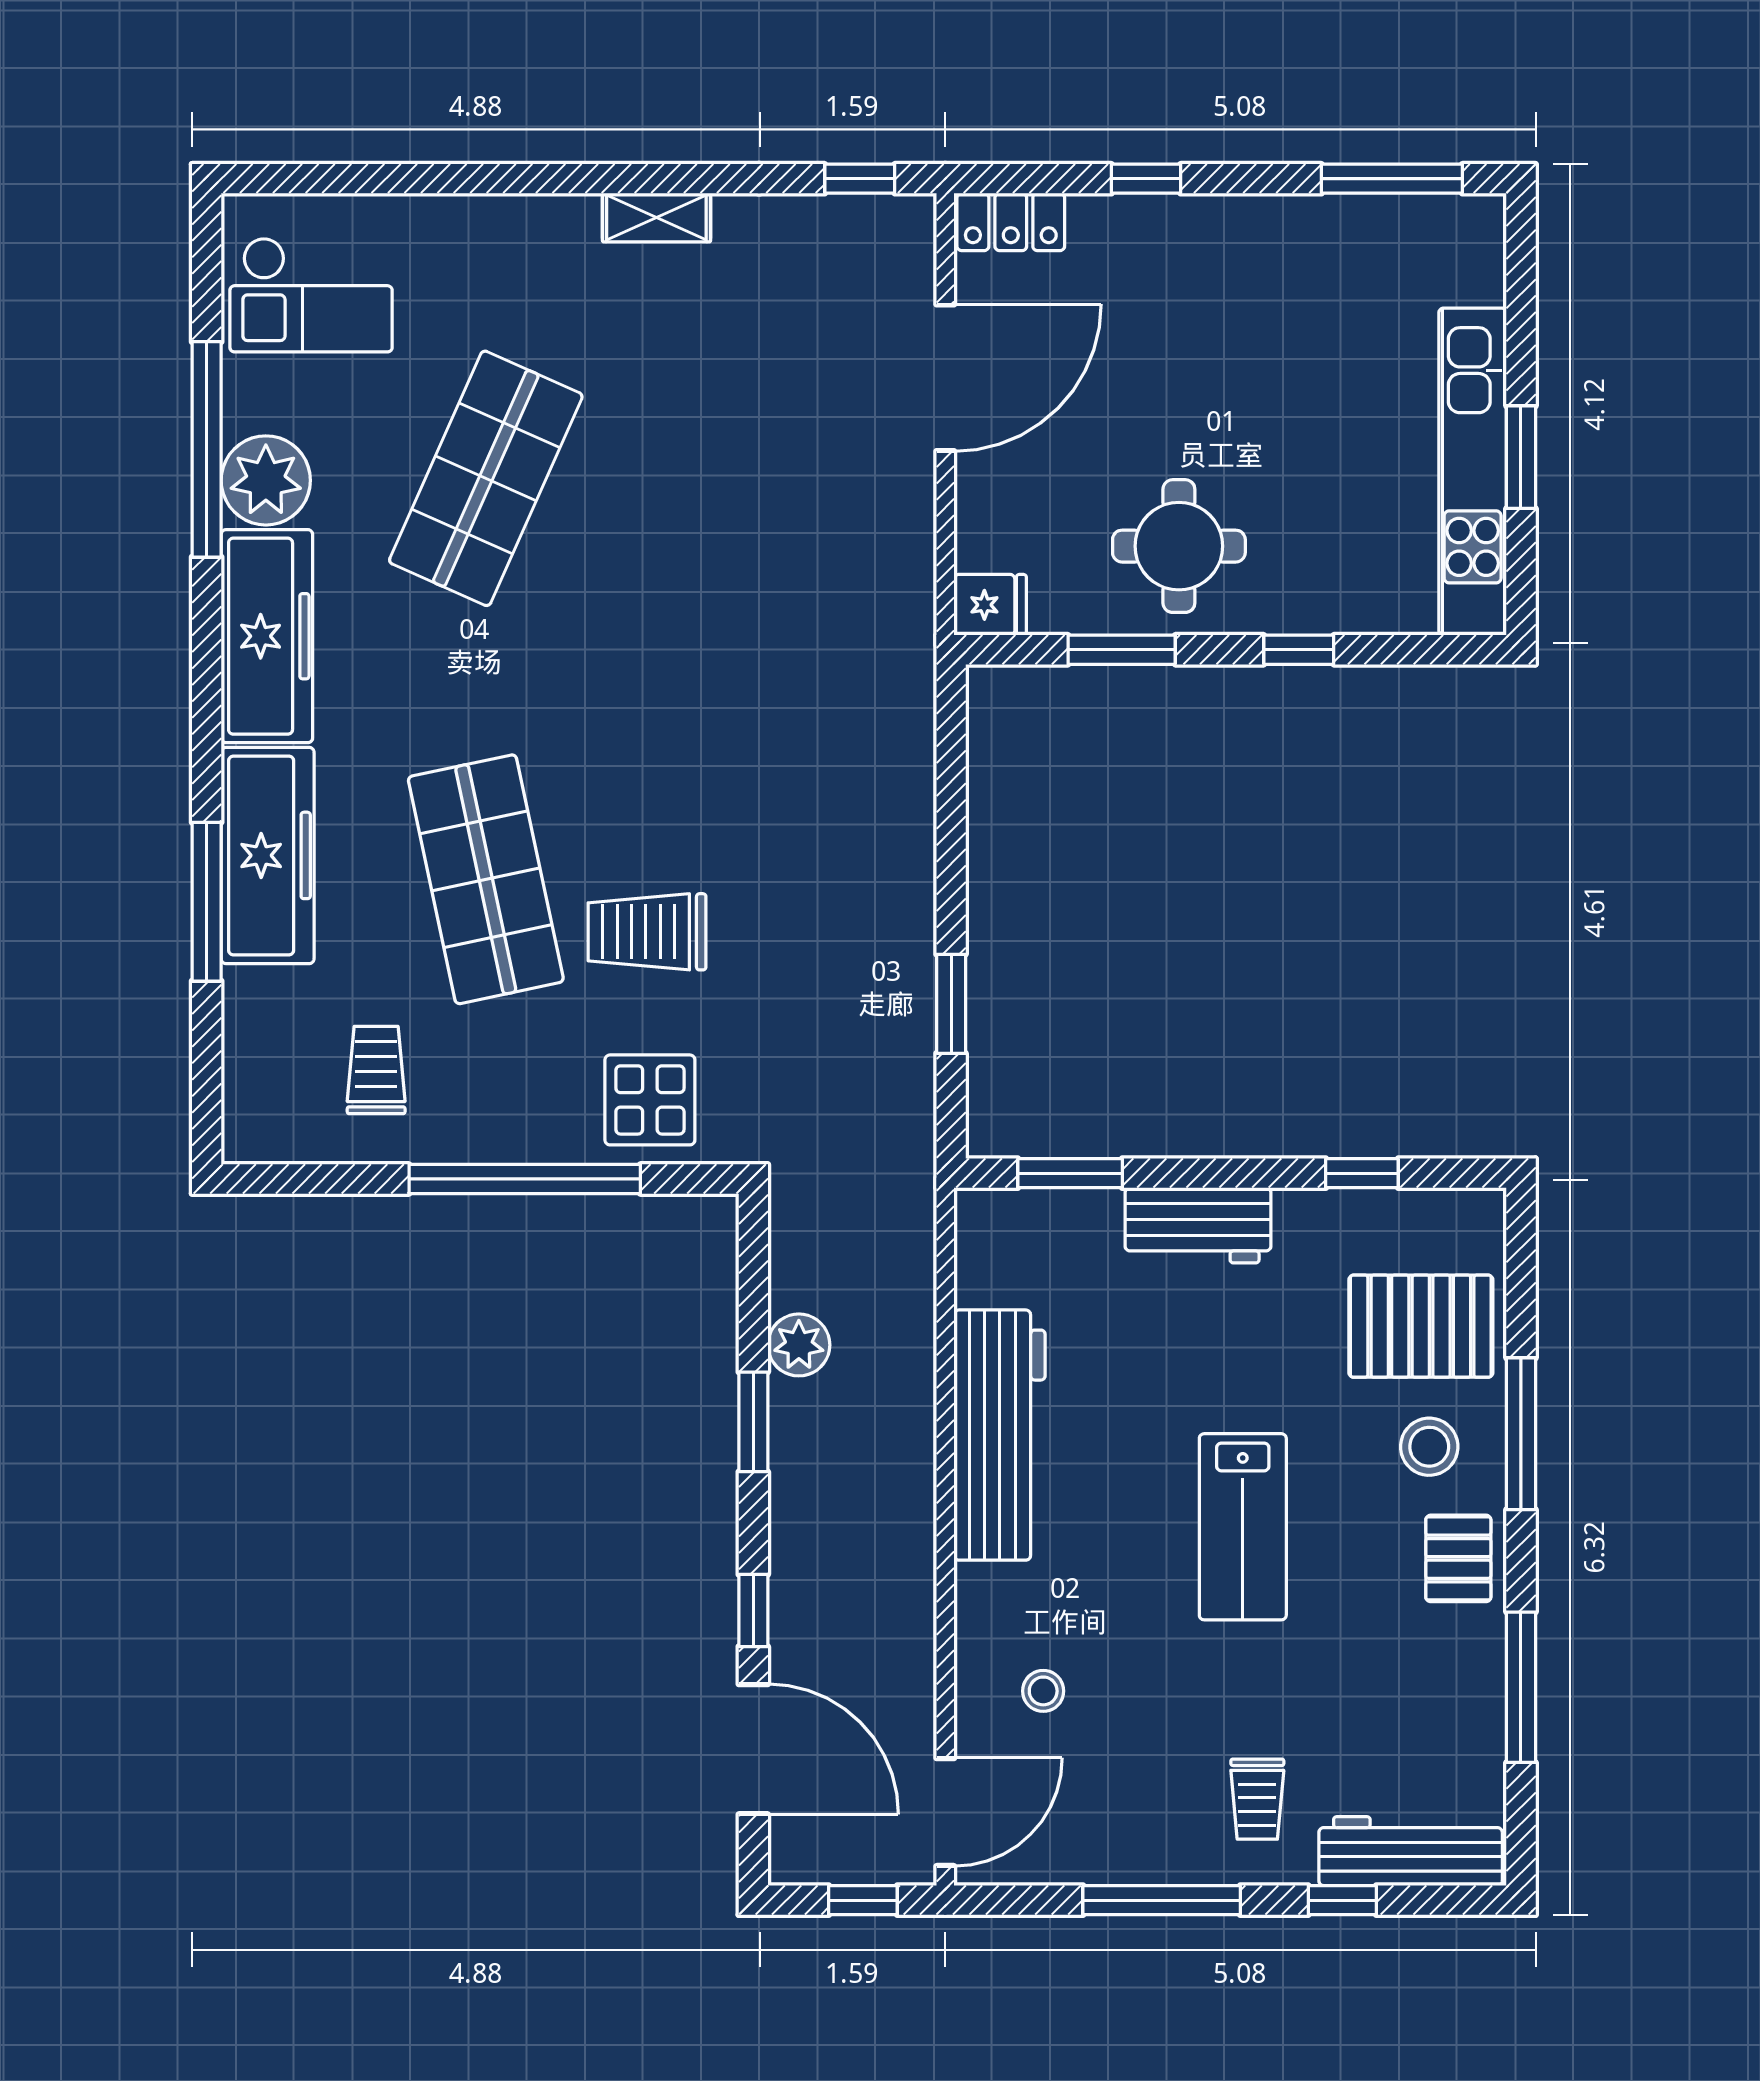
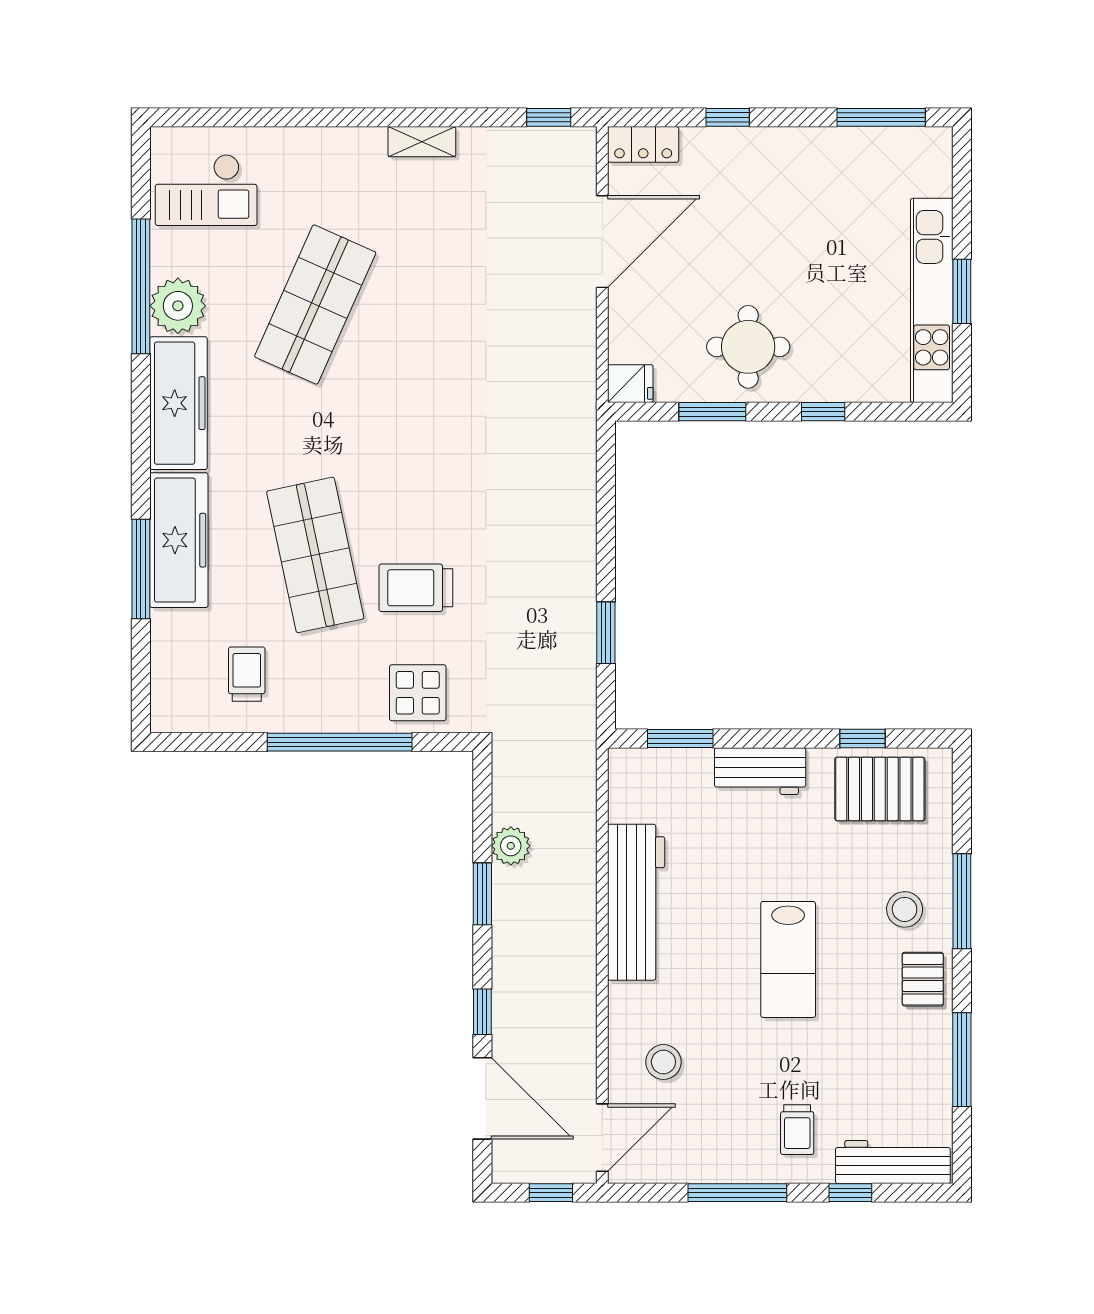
pallet: (1421, 1326) -> (880, 789), moved
stool: (1043, 1691) -> (663, 1062), width x1.37, depth x1.37

